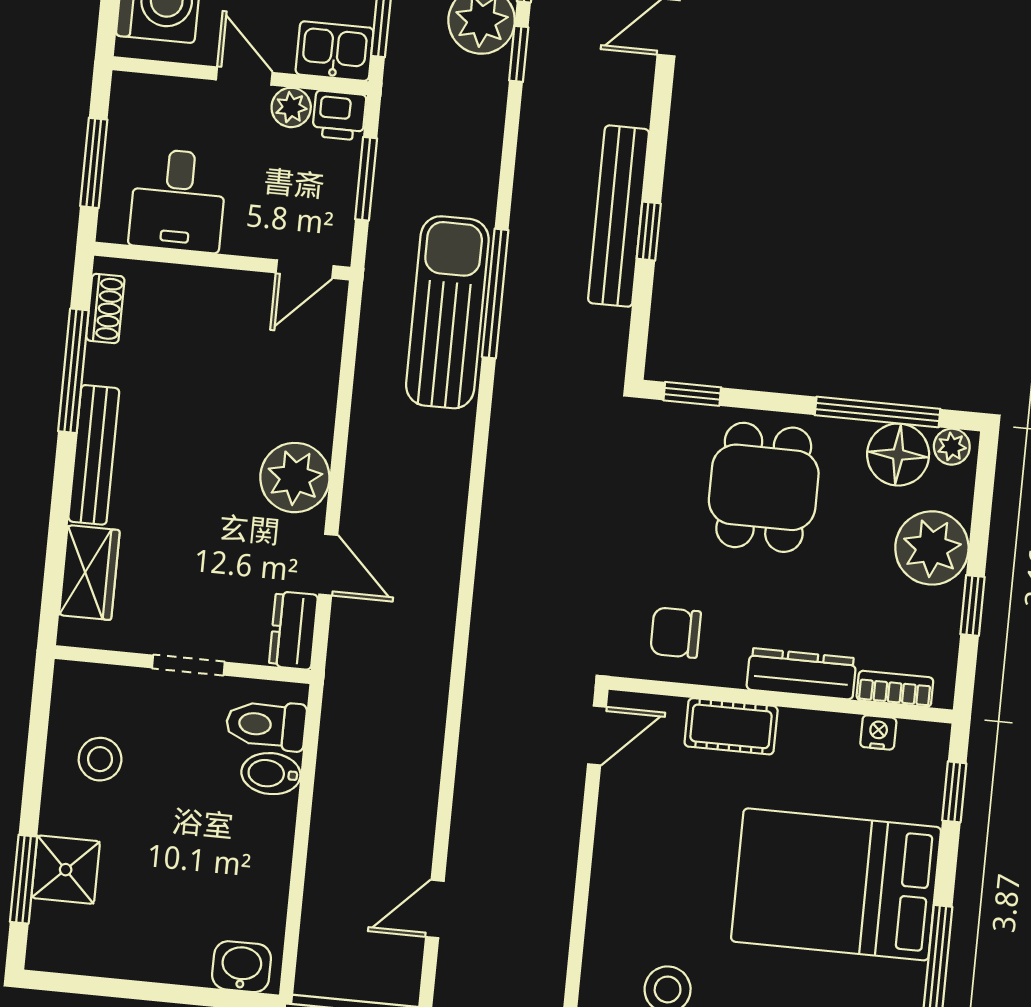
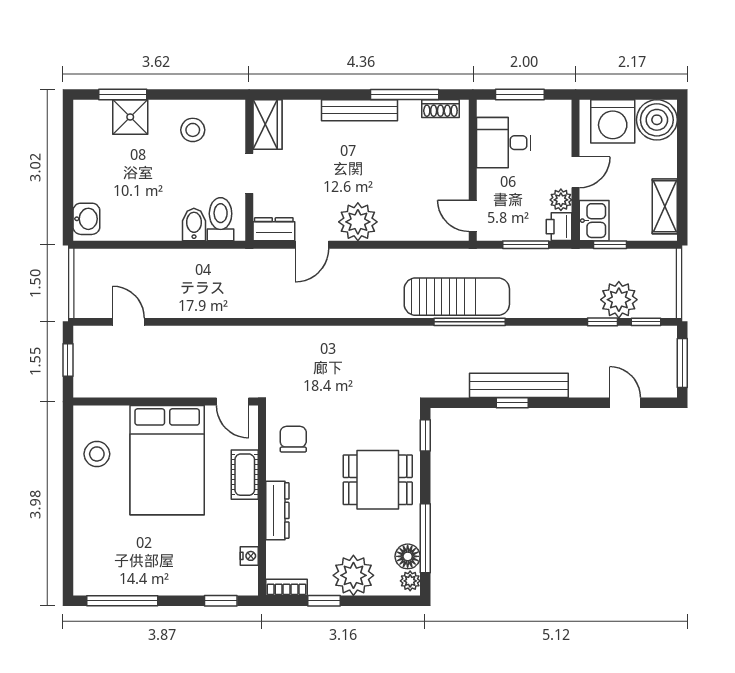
floor lamp: (898, 455) -> (408, 556), width x0.73, depth x0.73
wardrobe: (89, 573) -> (267, 125), moved, turned -90
bookcase: (895, 689) -> (287, 587), moved, turned -90
bed: (836, 884) -> (167, 460), moved, turned 180

